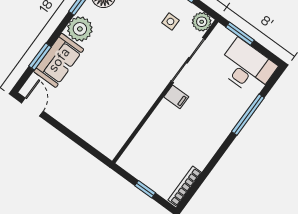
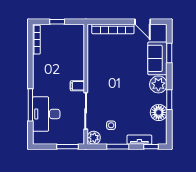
desk: (247, 67) -> (46, 114), moved, turned 90
door: (32, 107) -> (143, 22), moved
bookcase: (86, 133) -> (113, 29), added

